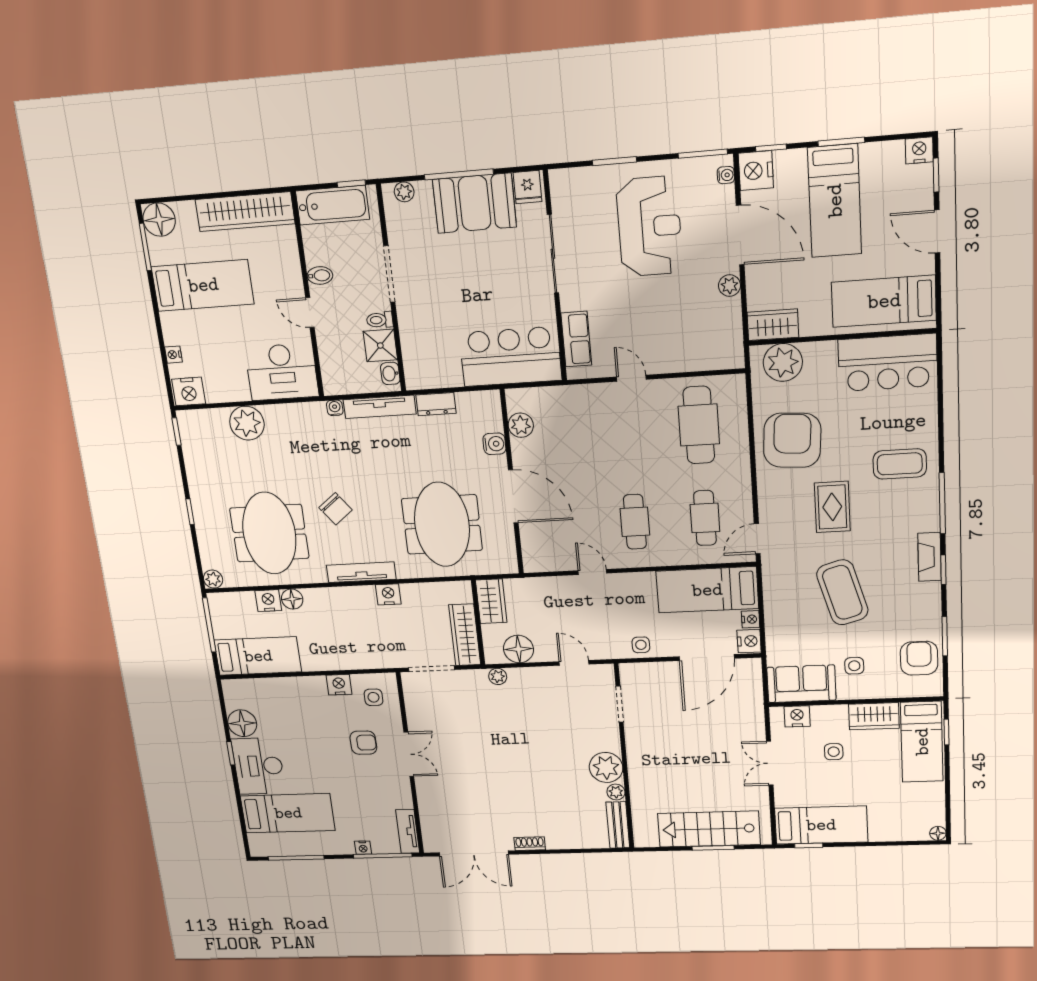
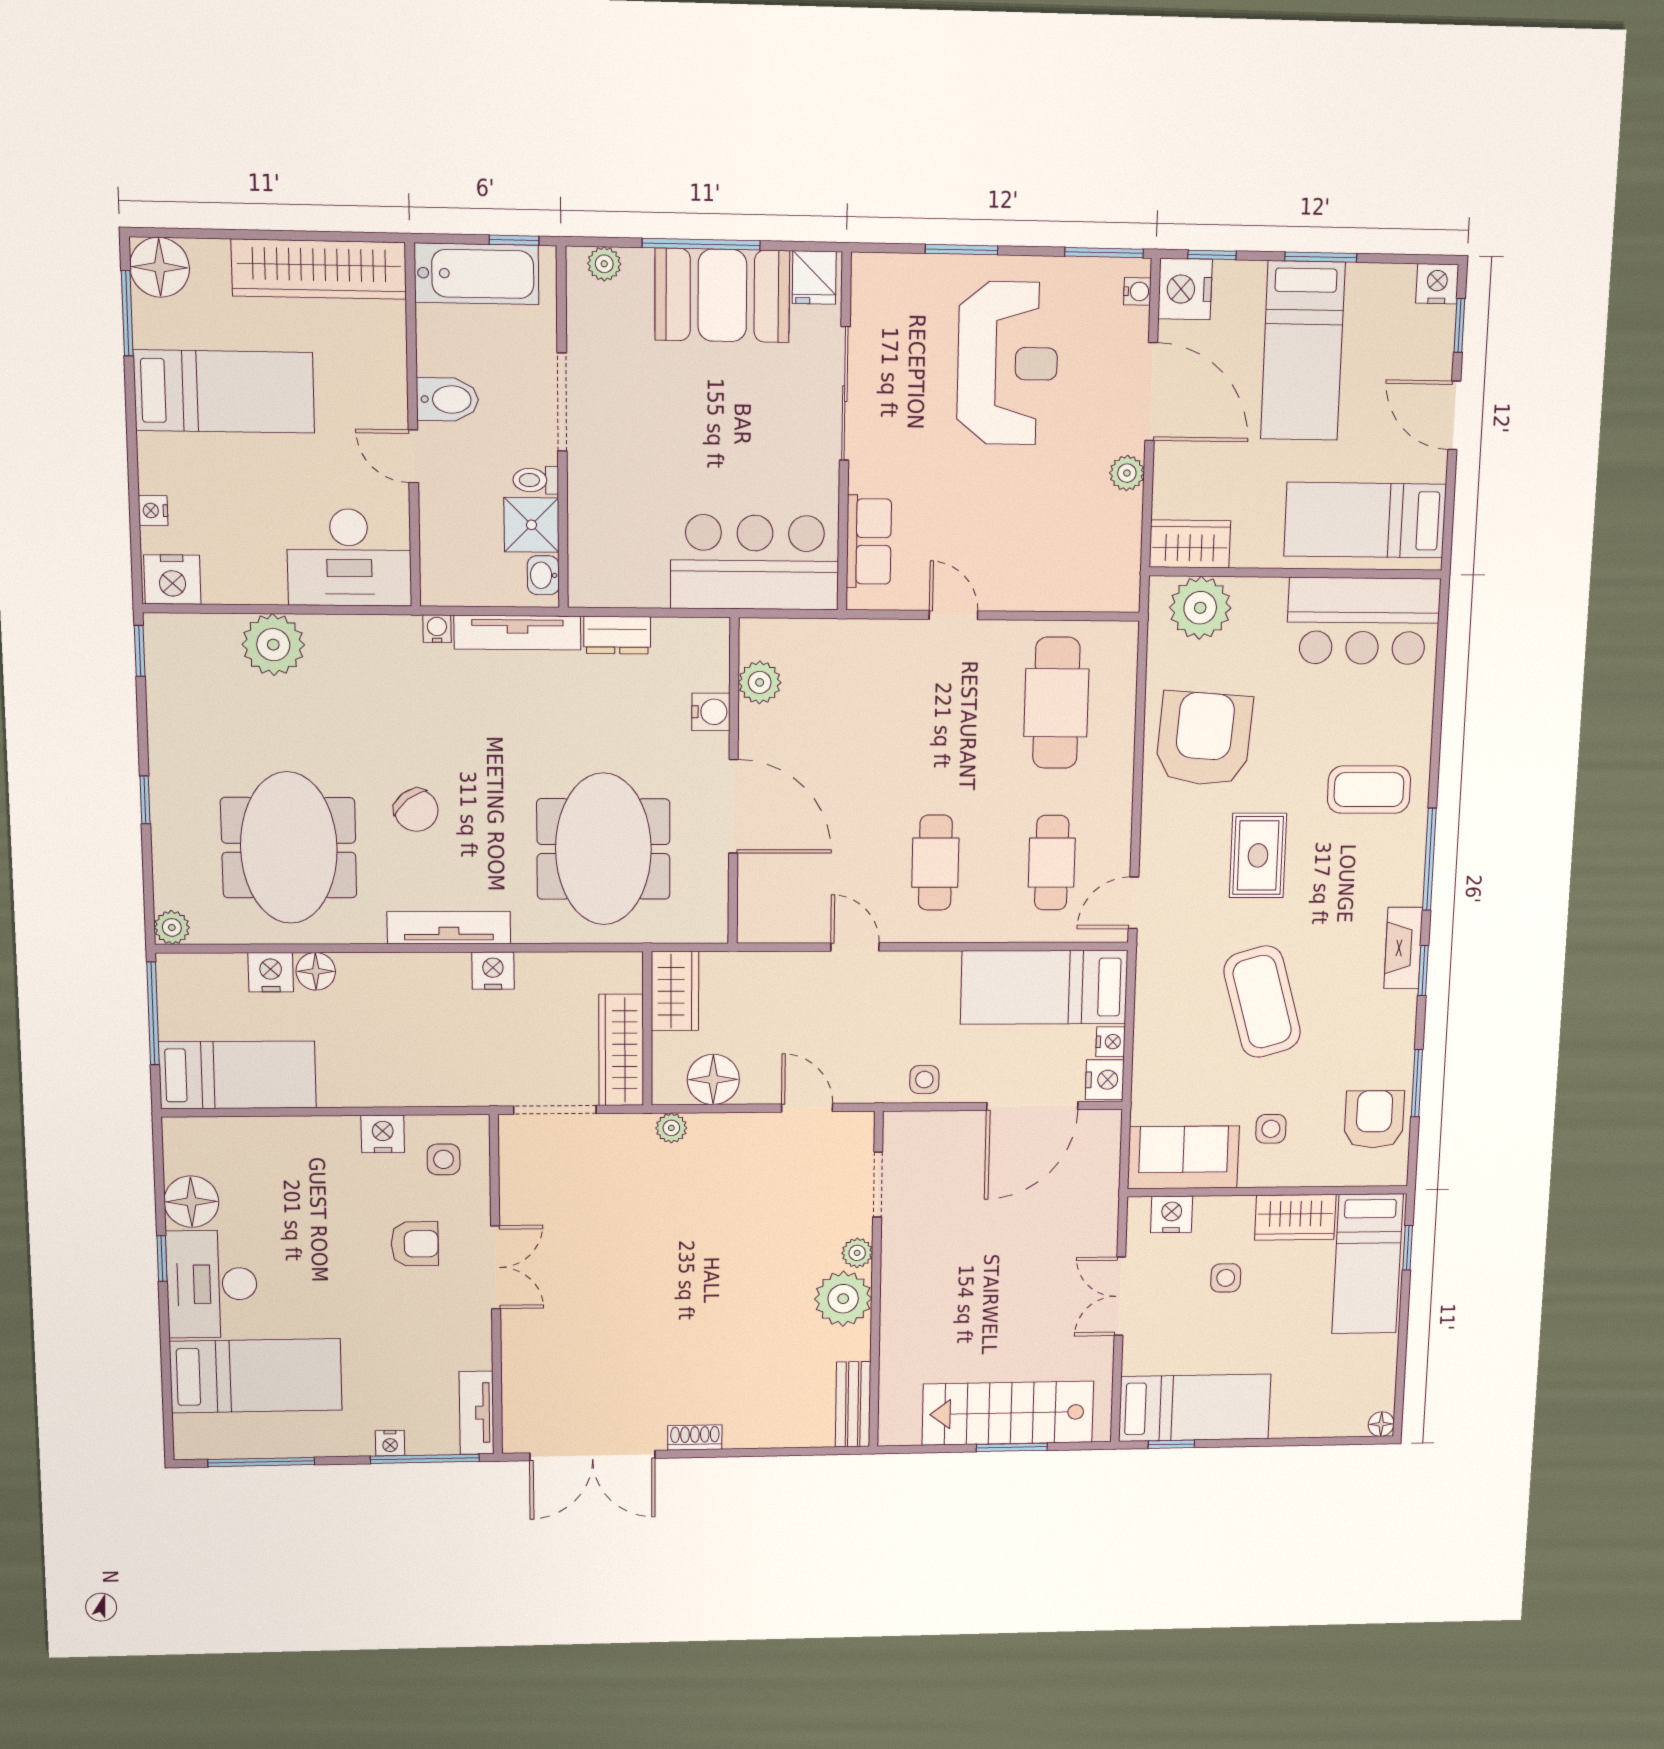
bidet: (320, 275) -> (447, 399), width x1.38, depth x1.36
plant: (616, 792) -> (857, 1253), moved

